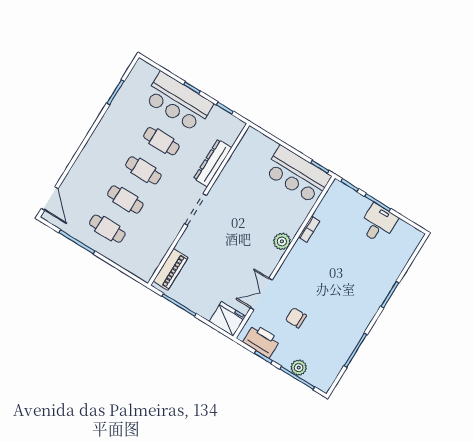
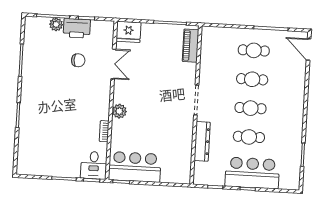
desk: (378, 223) -> (94, 165), moved
printer: (262, 341) -> (77, 28), moved

